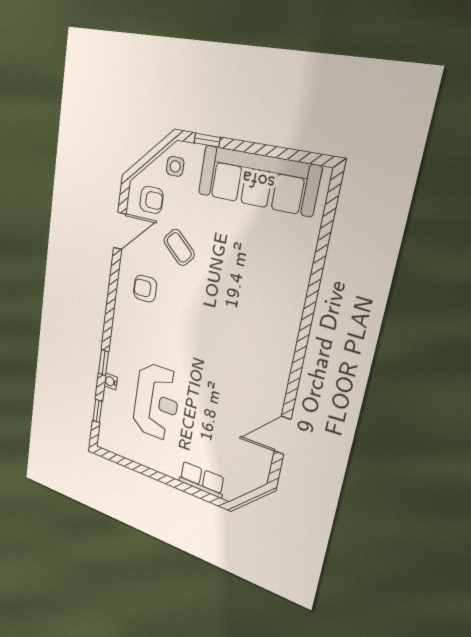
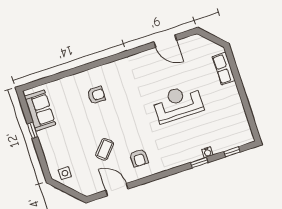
window: (207, 140) -> (32, 130), moved
sofa: (258, 180) -> (40, 110), width x0.54, depth x0.79
armchair: (151, 200) -> (96, 95), moved, turned 90
reception desk: (156, 402) -> (178, 103), moved

